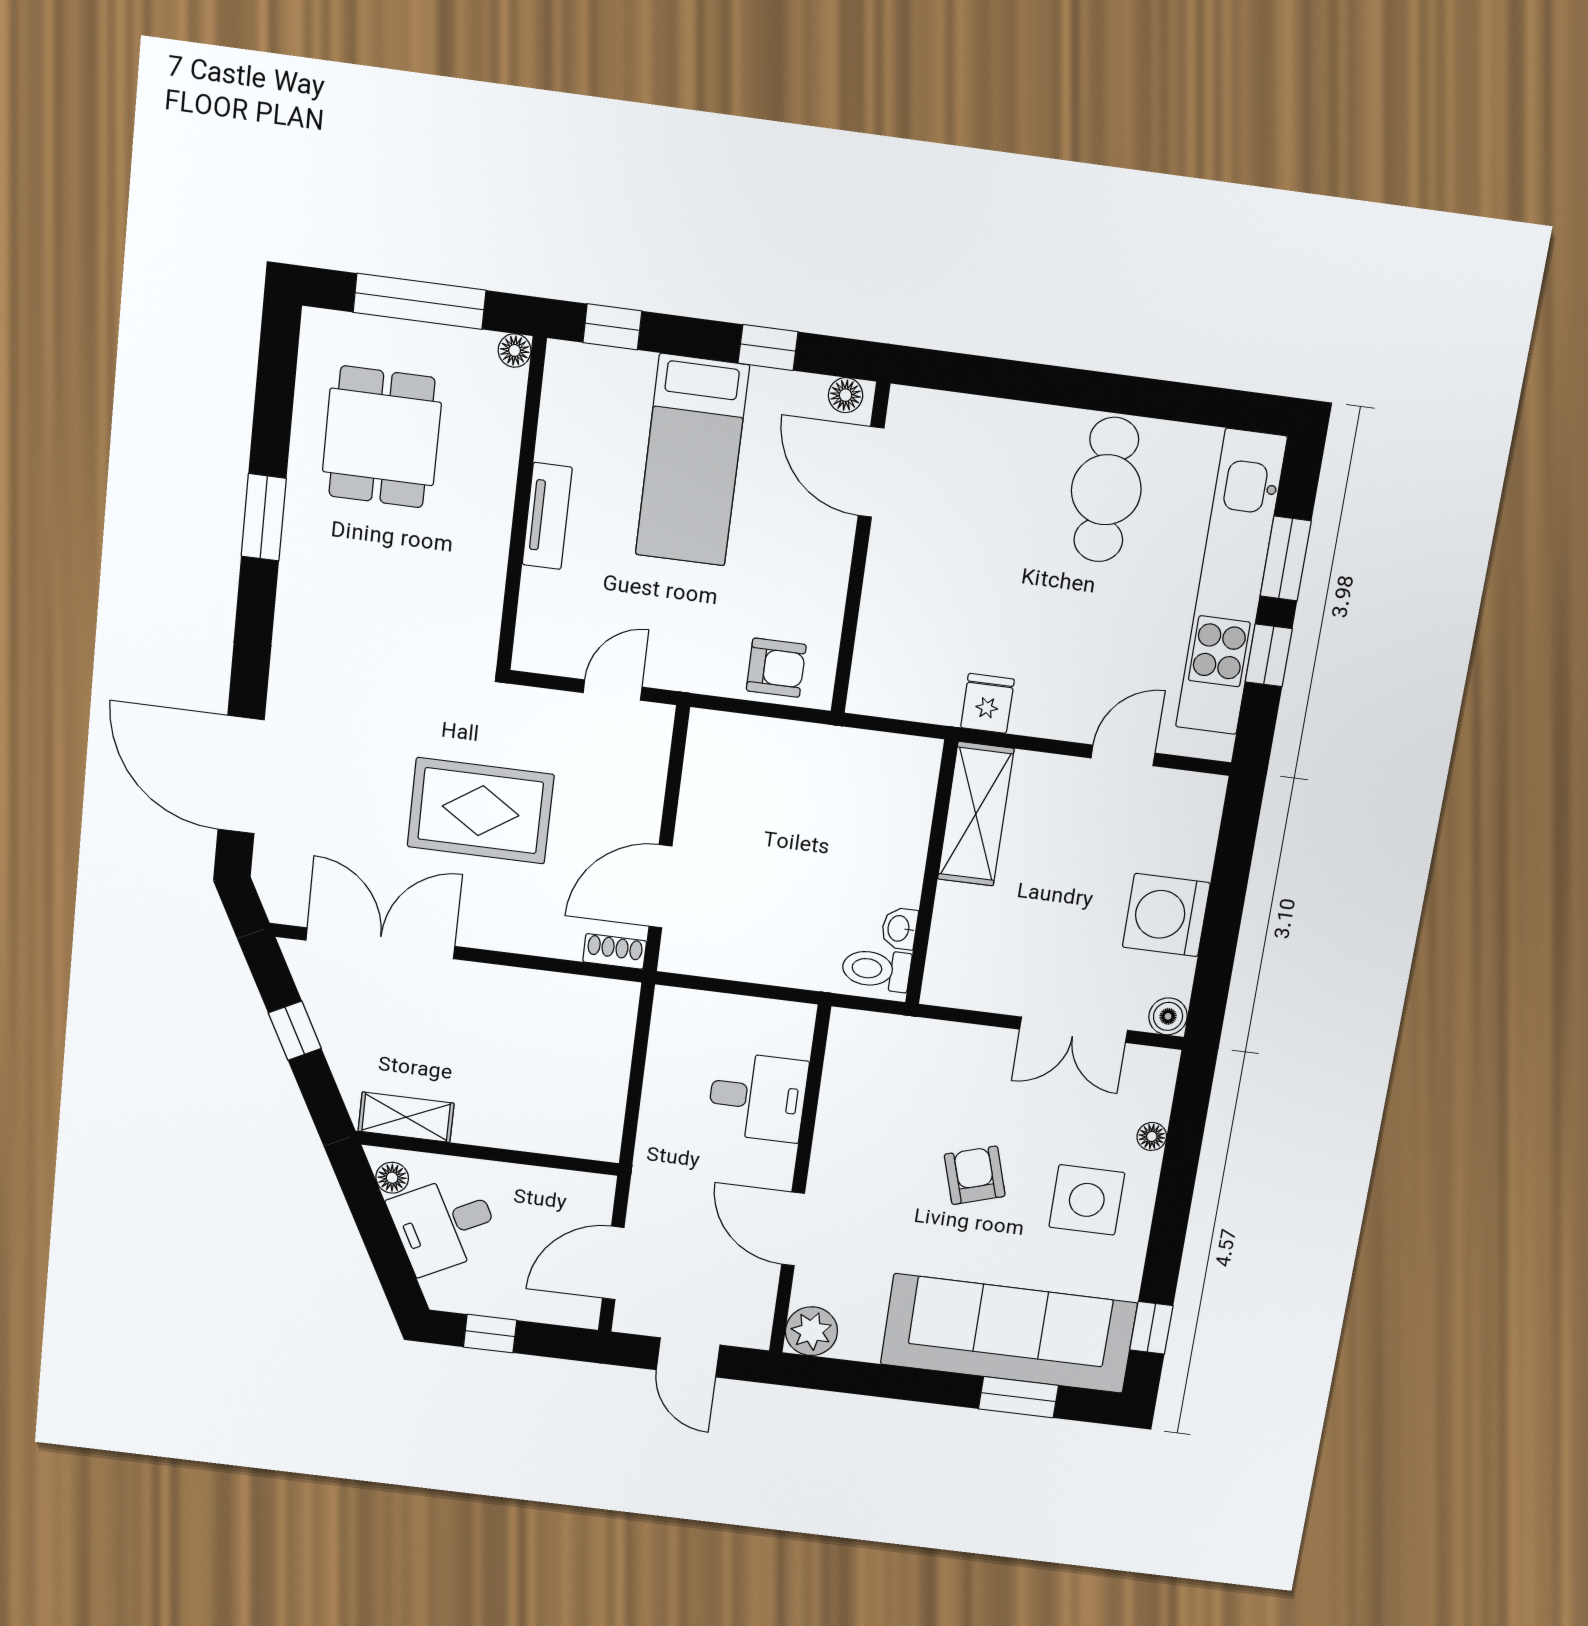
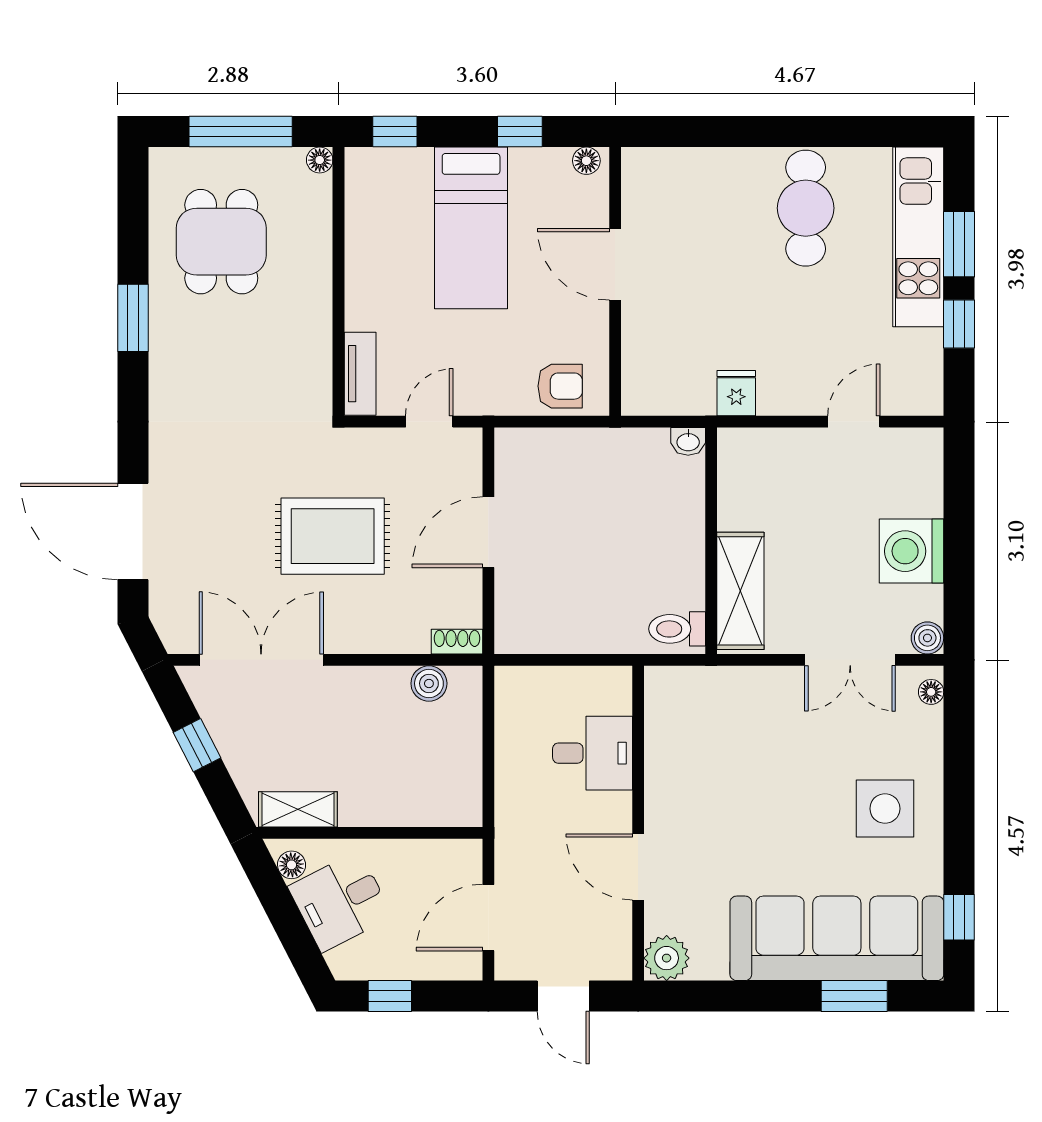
door: (871, 472) -> (615, 264), moved
tv unit: (547, 516) -> (360, 374), moved
kitchen unit: (1231, 583) -> (918, 237), width x0.73
shelving: (976, 814) -> (740, 591), moved
door: (660, 886) -> (488, 532), moved
washbasin: (899, 929) -> (688, 441), moved, turned -90
boiler: (576, 995) -> (429, 683), added
floor lamp: (1152, 1136) -> (931, 692), moved
armchair: (975, 1175) -> (786, 799), removed

